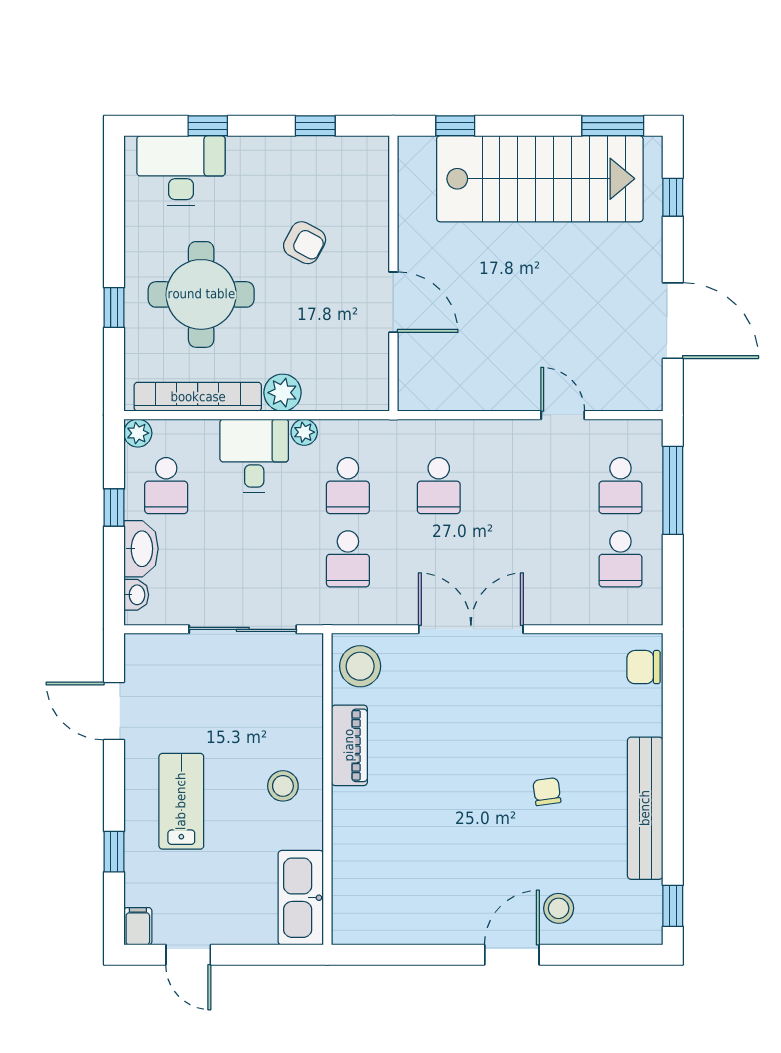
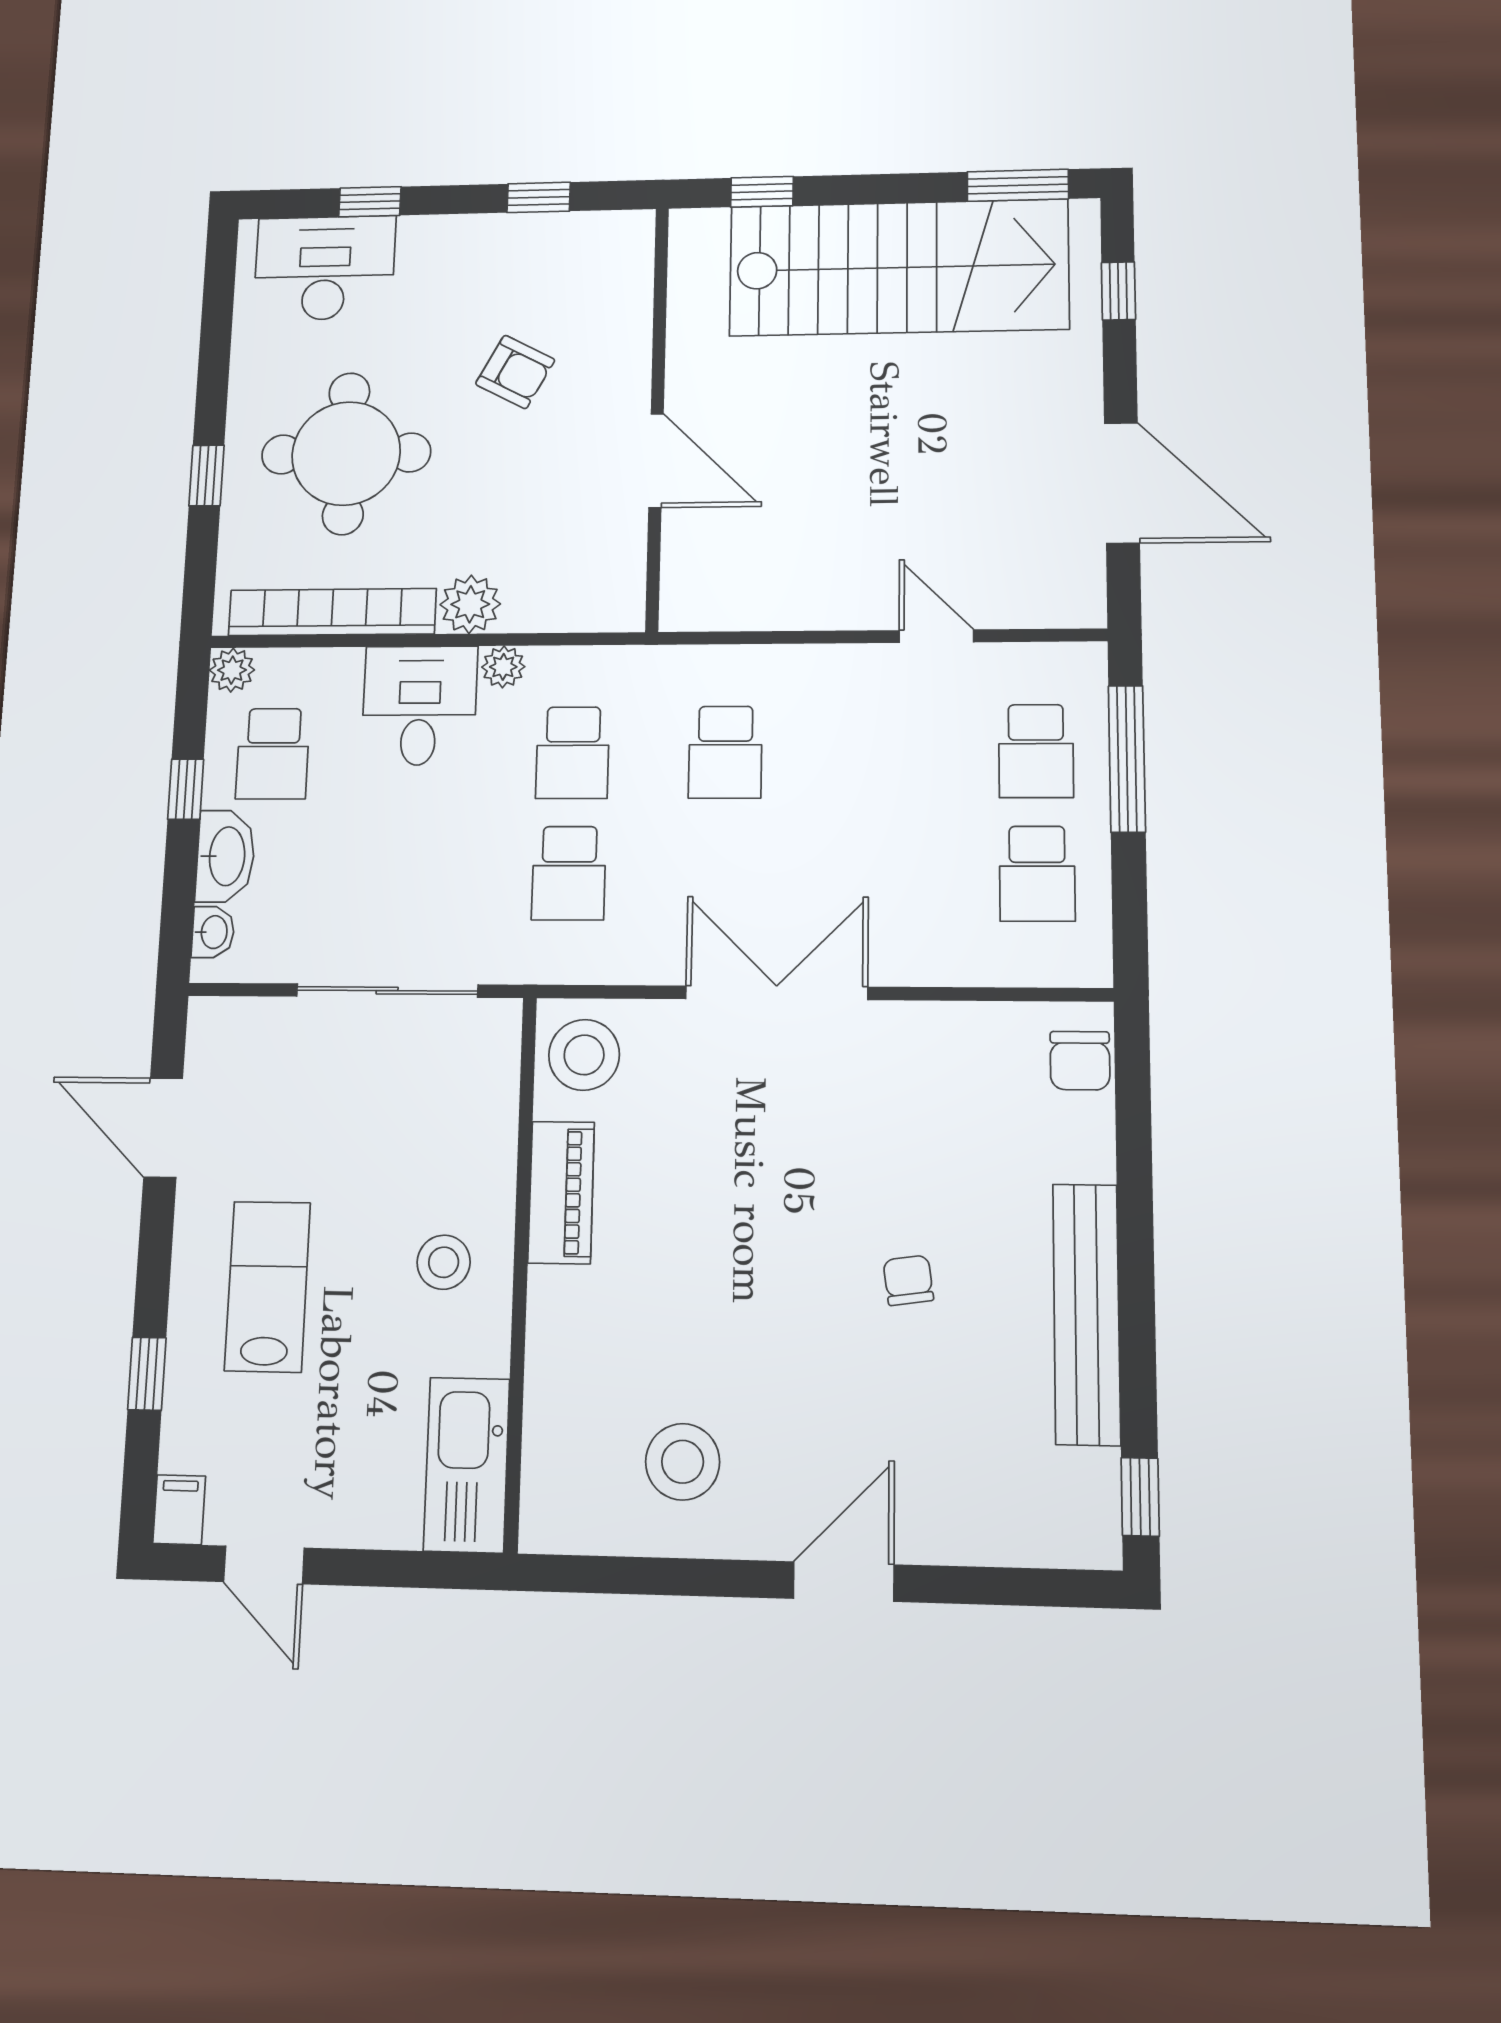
chair: (643, 667) -> (1080, 1061), turned -90
stool: (559, 908) -> (683, 1462), moved, width x1.38, depth x1.38

